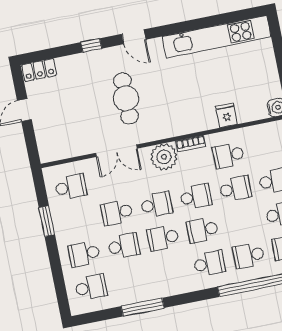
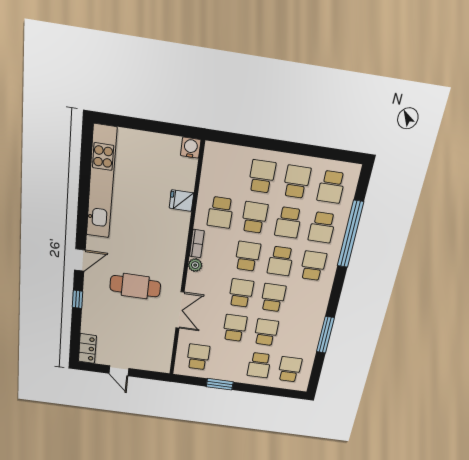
plant: (164, 157) -> (195, 265), width x0.53, depth x0.53
school desk: (117, 212) -> (235, 328), turned 180
school desk: (242, 222) -> (288, 222), added
school desk: (163, 238) -> (273, 298), turned 180

